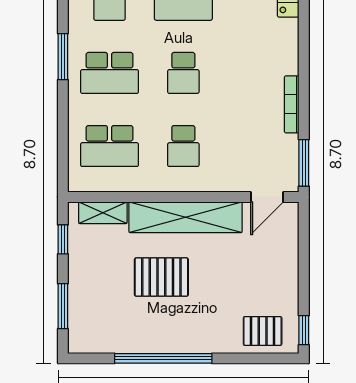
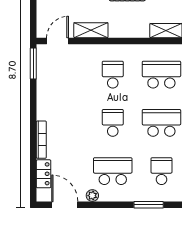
bookcase: (292, 104) -> (41, 140), moved
shelving: (186, 217) -> (91, 30), width x0.45, depth x0.75

